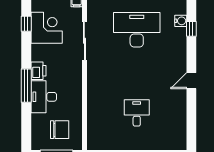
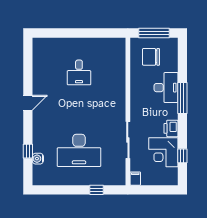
printer: (38, 71) -> (171, 128), moved

